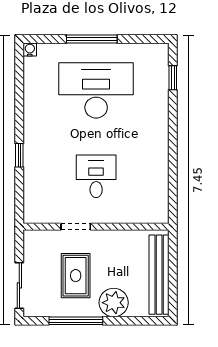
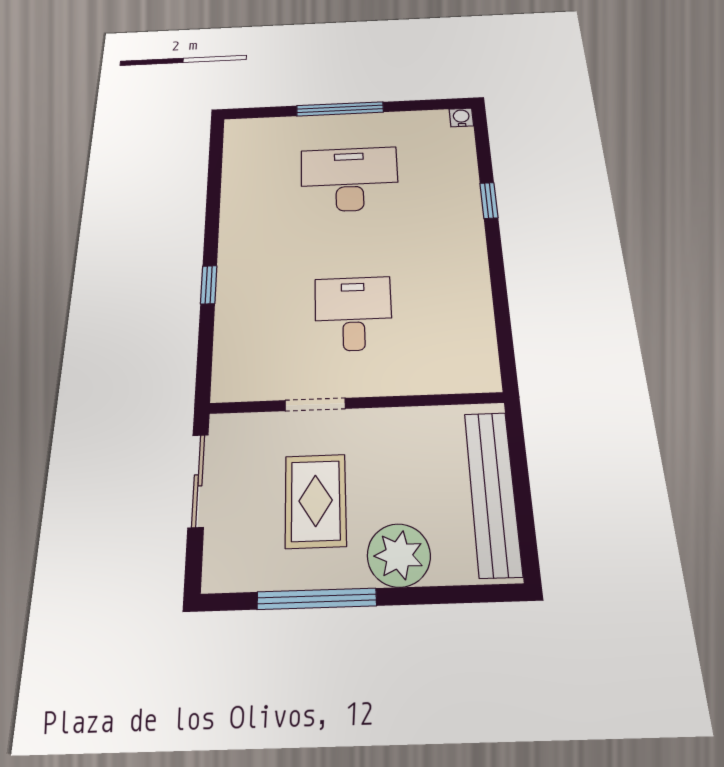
water cooler: (30, 50) -> (461, 117), moved
window: (173, 78) -> (489, 200), moved
desk: (96, 90) -> (349, 179), width x0.73, depth x0.77
sliding door: (19, 285) -> (198, 480), moved

